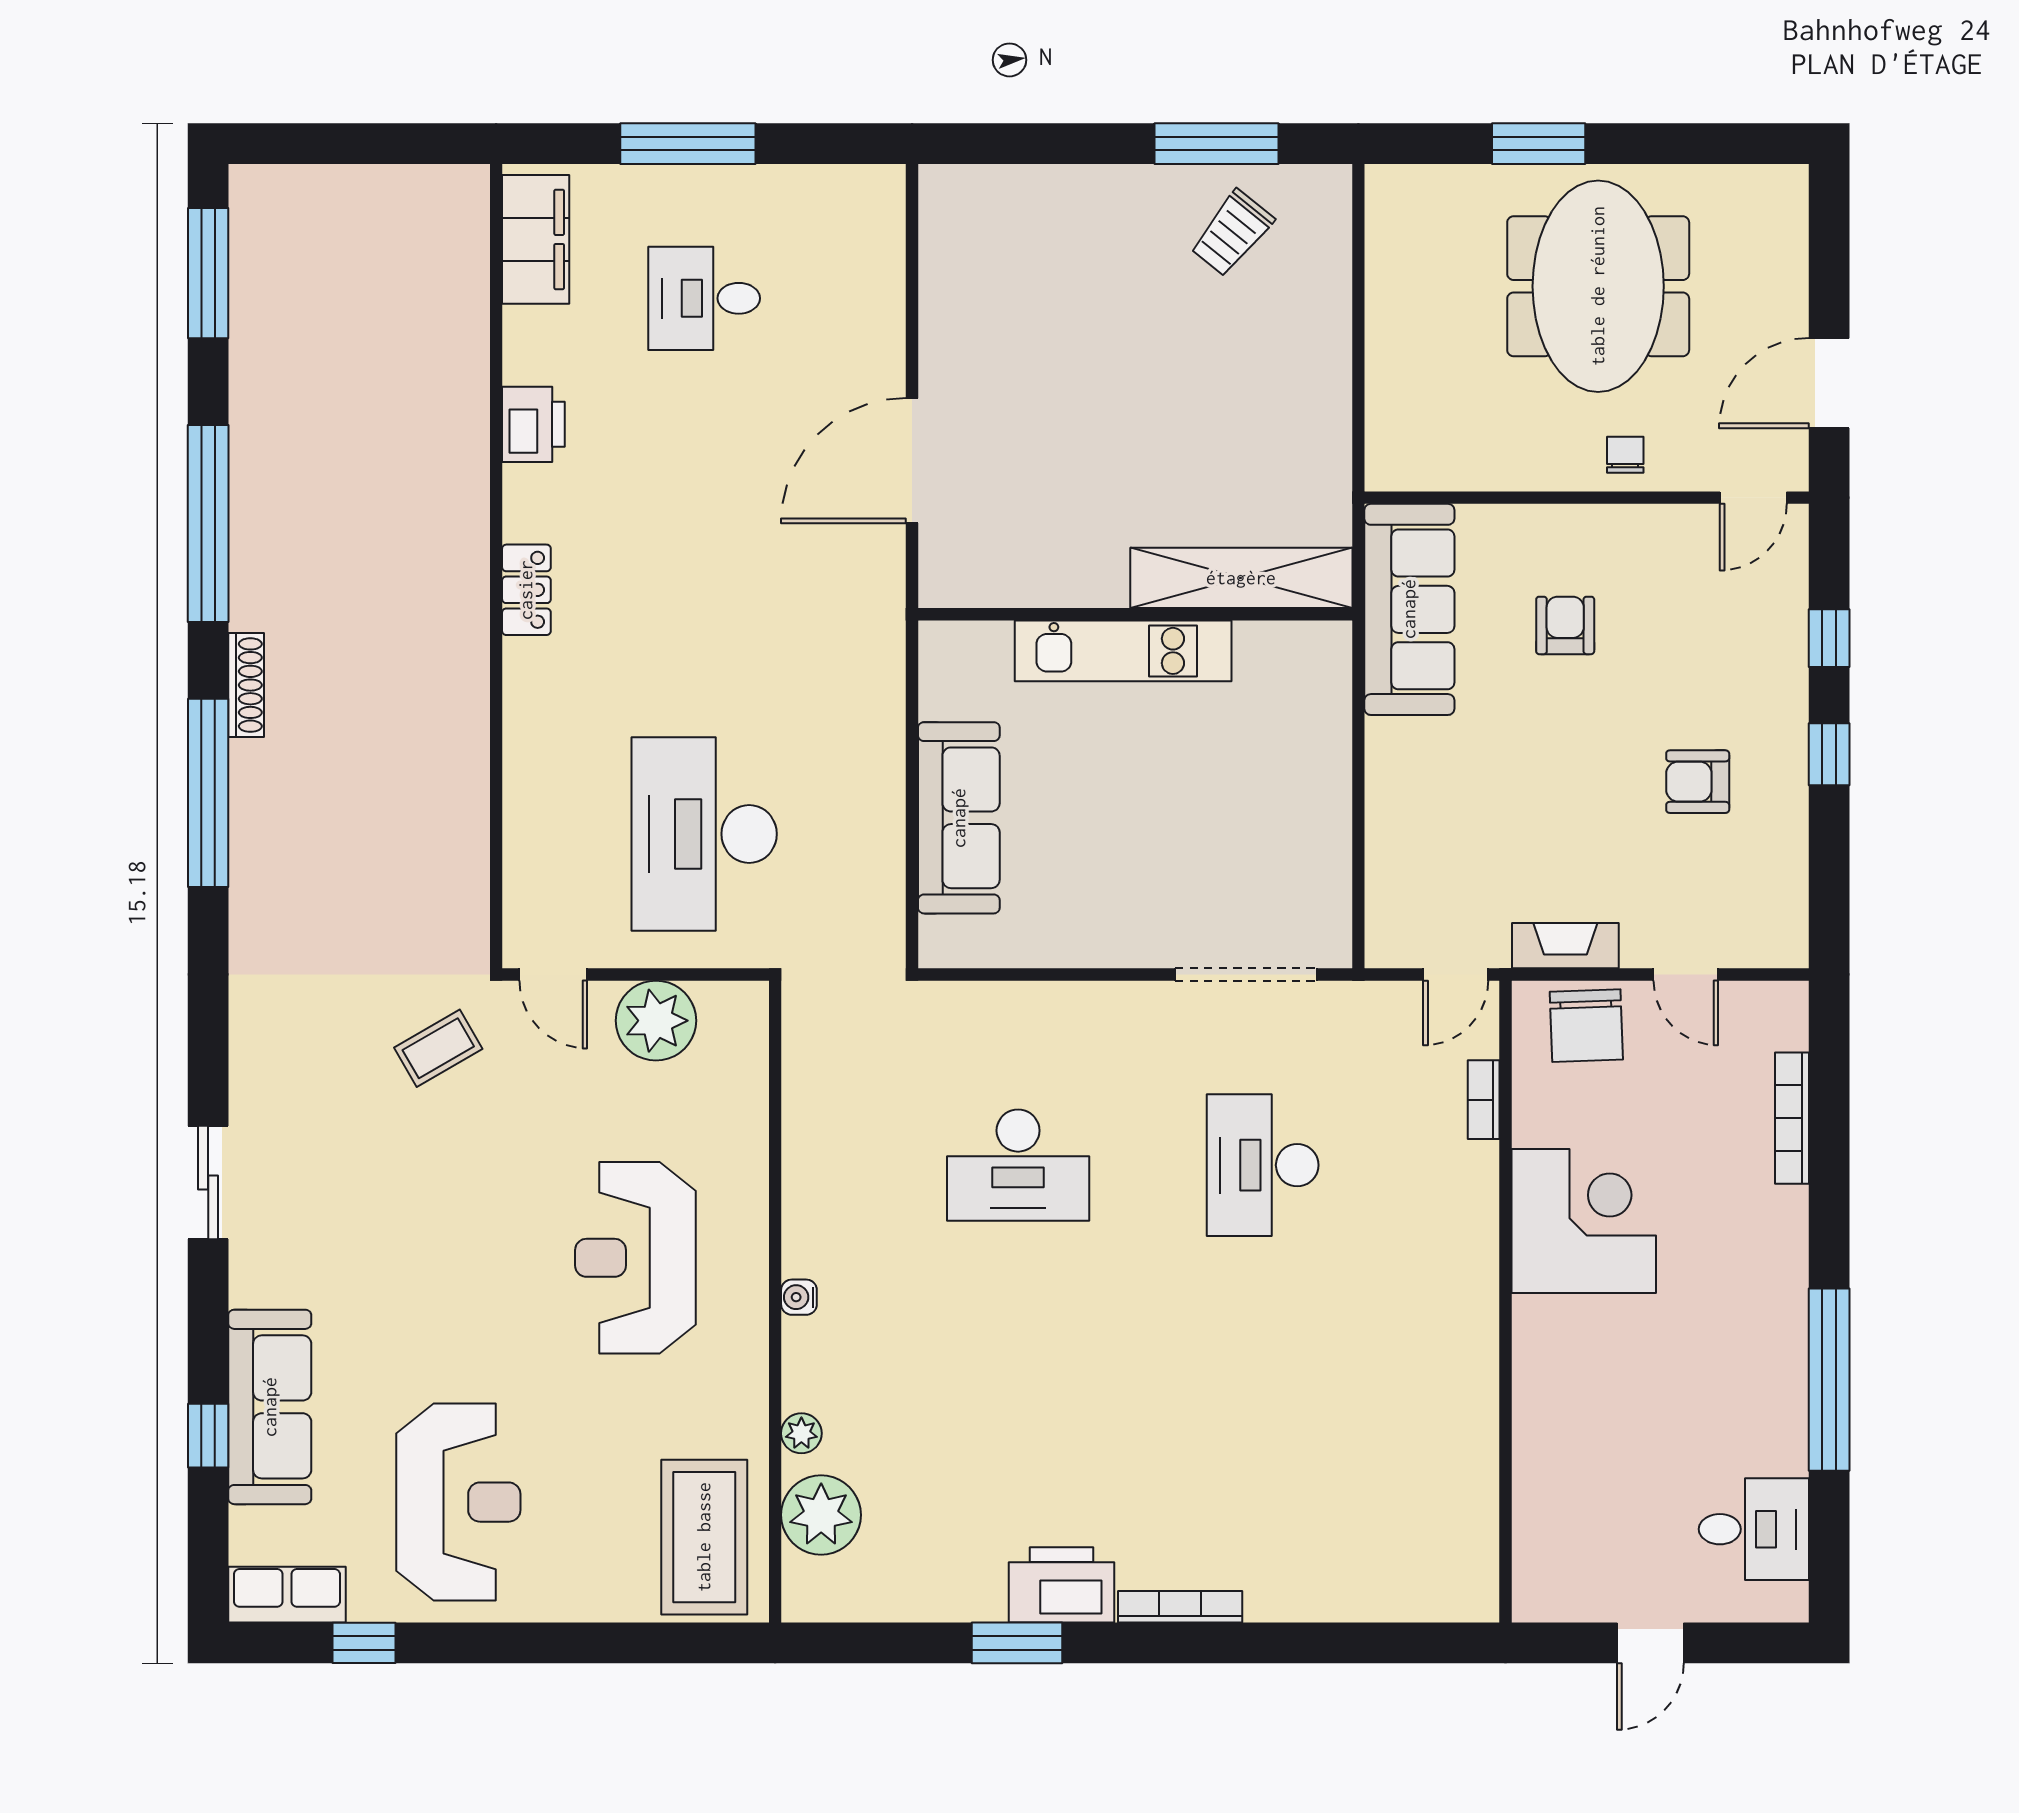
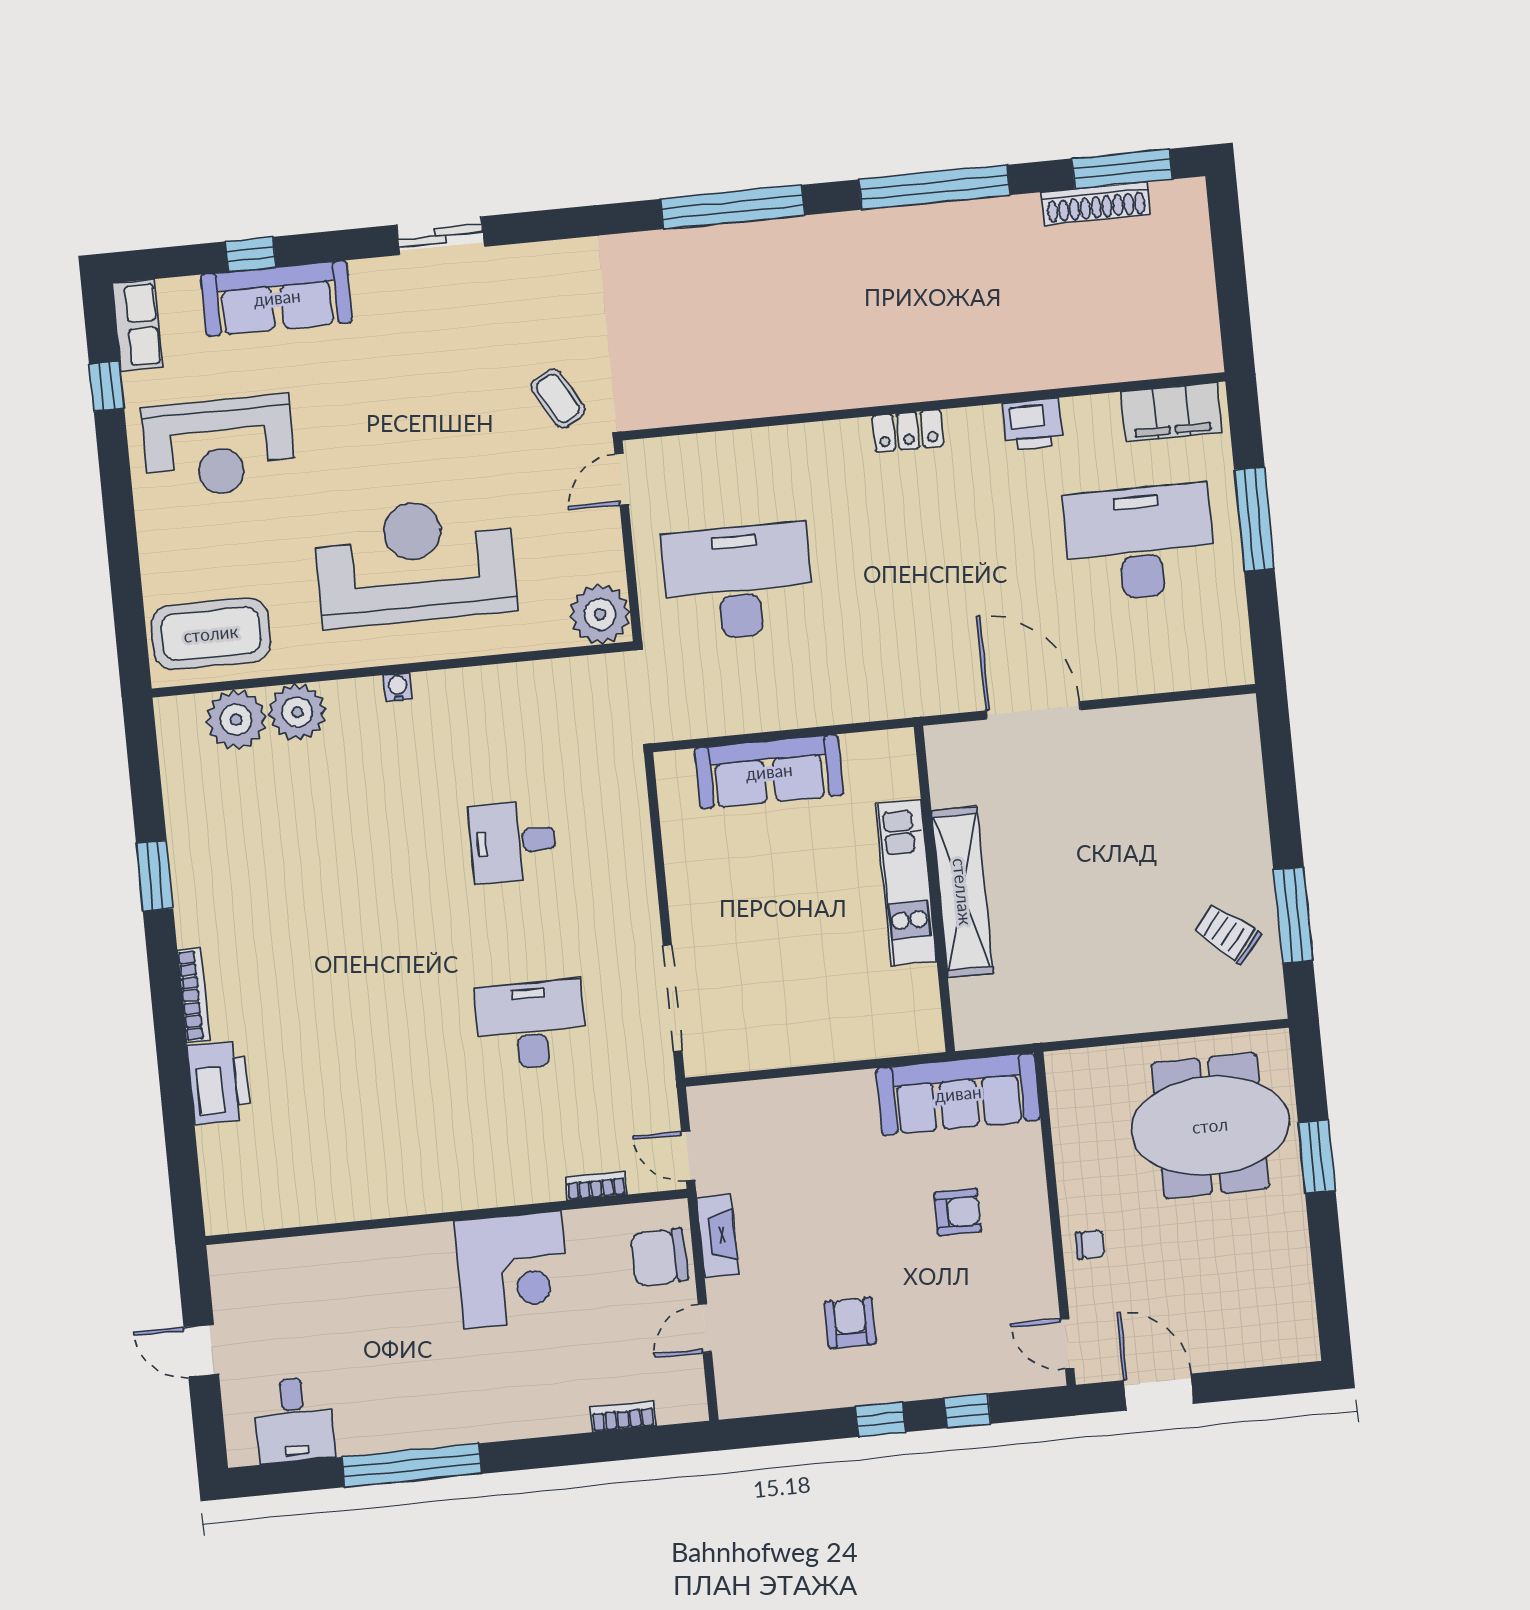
meeting table: (1598, 286) -> (1210, 1126), moved
desk: (704, 298) -> (1140, 543), width x1.87, depth x1.30
shelving: (1241, 578) -> (962, 892), moved
shoe rack: (246, 685) -> (1096, 203), moved, width x1.36, depth x1.24
plant: (656, 1021) -> (600, 614), moved
bookcase: (1792, 1118) -> (623, 1416), width x0.64
desk: (1018, 1165) -> (513, 842), width x0.73
reception desk: (635, 1258) -> (415, 562), width x1.36, depth x1.30
plant: (801, 1433) -> (297, 712), width x1.87, depth x1.87
printer: (1061, 1585) -> (219, 1083), moved

